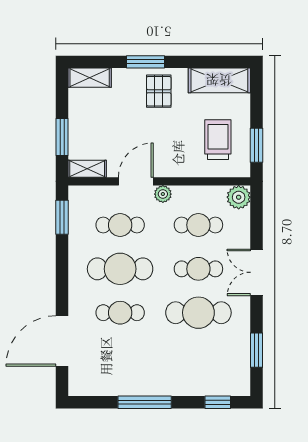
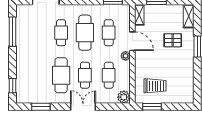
shelving: (219, 80) -> (187, 87), removed
pallet: (159, 91) -> (173, 40), moved
window: (145, 402) -> (13, 32), moved

